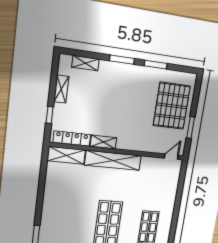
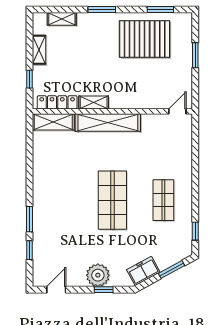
window: (156, 65) -> (160, 9), moved
pallet: (172, 106) -> (145, 39), moved, turned 90
window: (191, 127) -> (195, 55), moved

